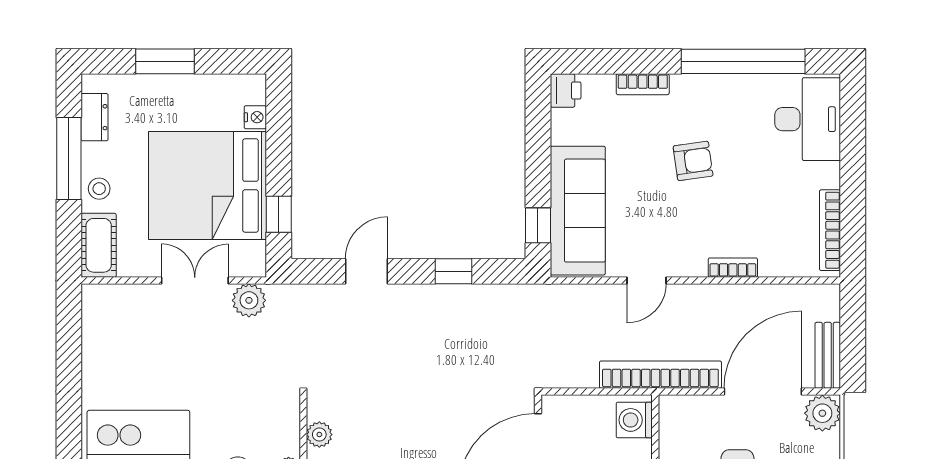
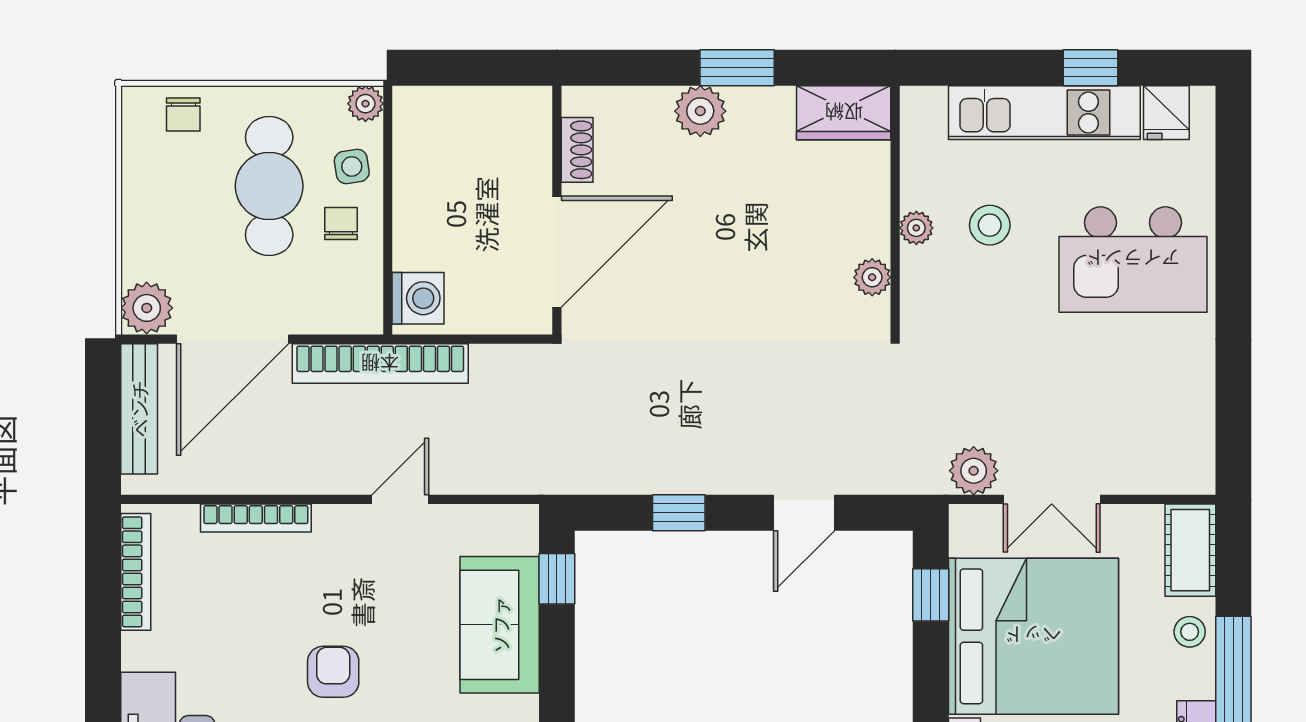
armchair: (693, 161) -> (333, 672), turned 98
sofa: (578, 211) -> (500, 625), width x0.73
bookcase: (733, 268) -> (256, 518), width x1.56
bench: (828, 355) -> (139, 409), width x1.36

